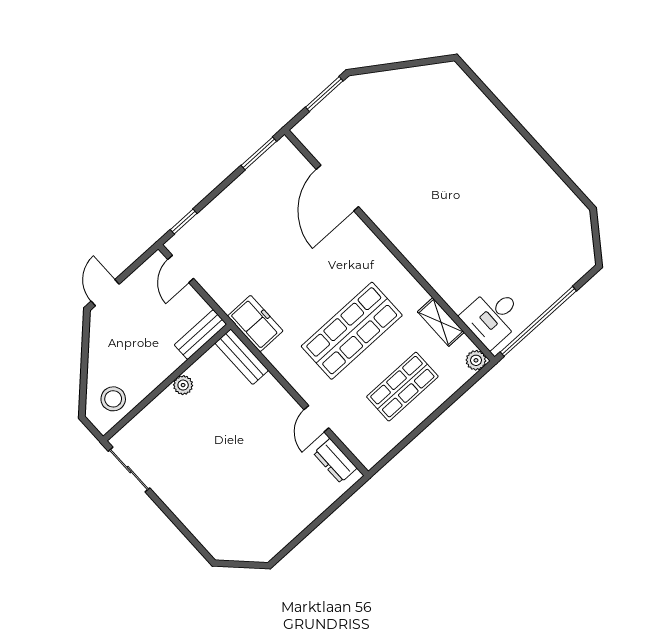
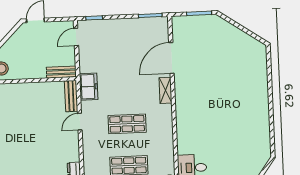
shelving: (441, 322) -> (165, 90), moved
shop shelf: (352, 331) -> (127, 124), width x0.70, depth x0.74
plant: (183, 385) -> (36, 87), removed
door: (316, 419) -> (80, 122), moved

